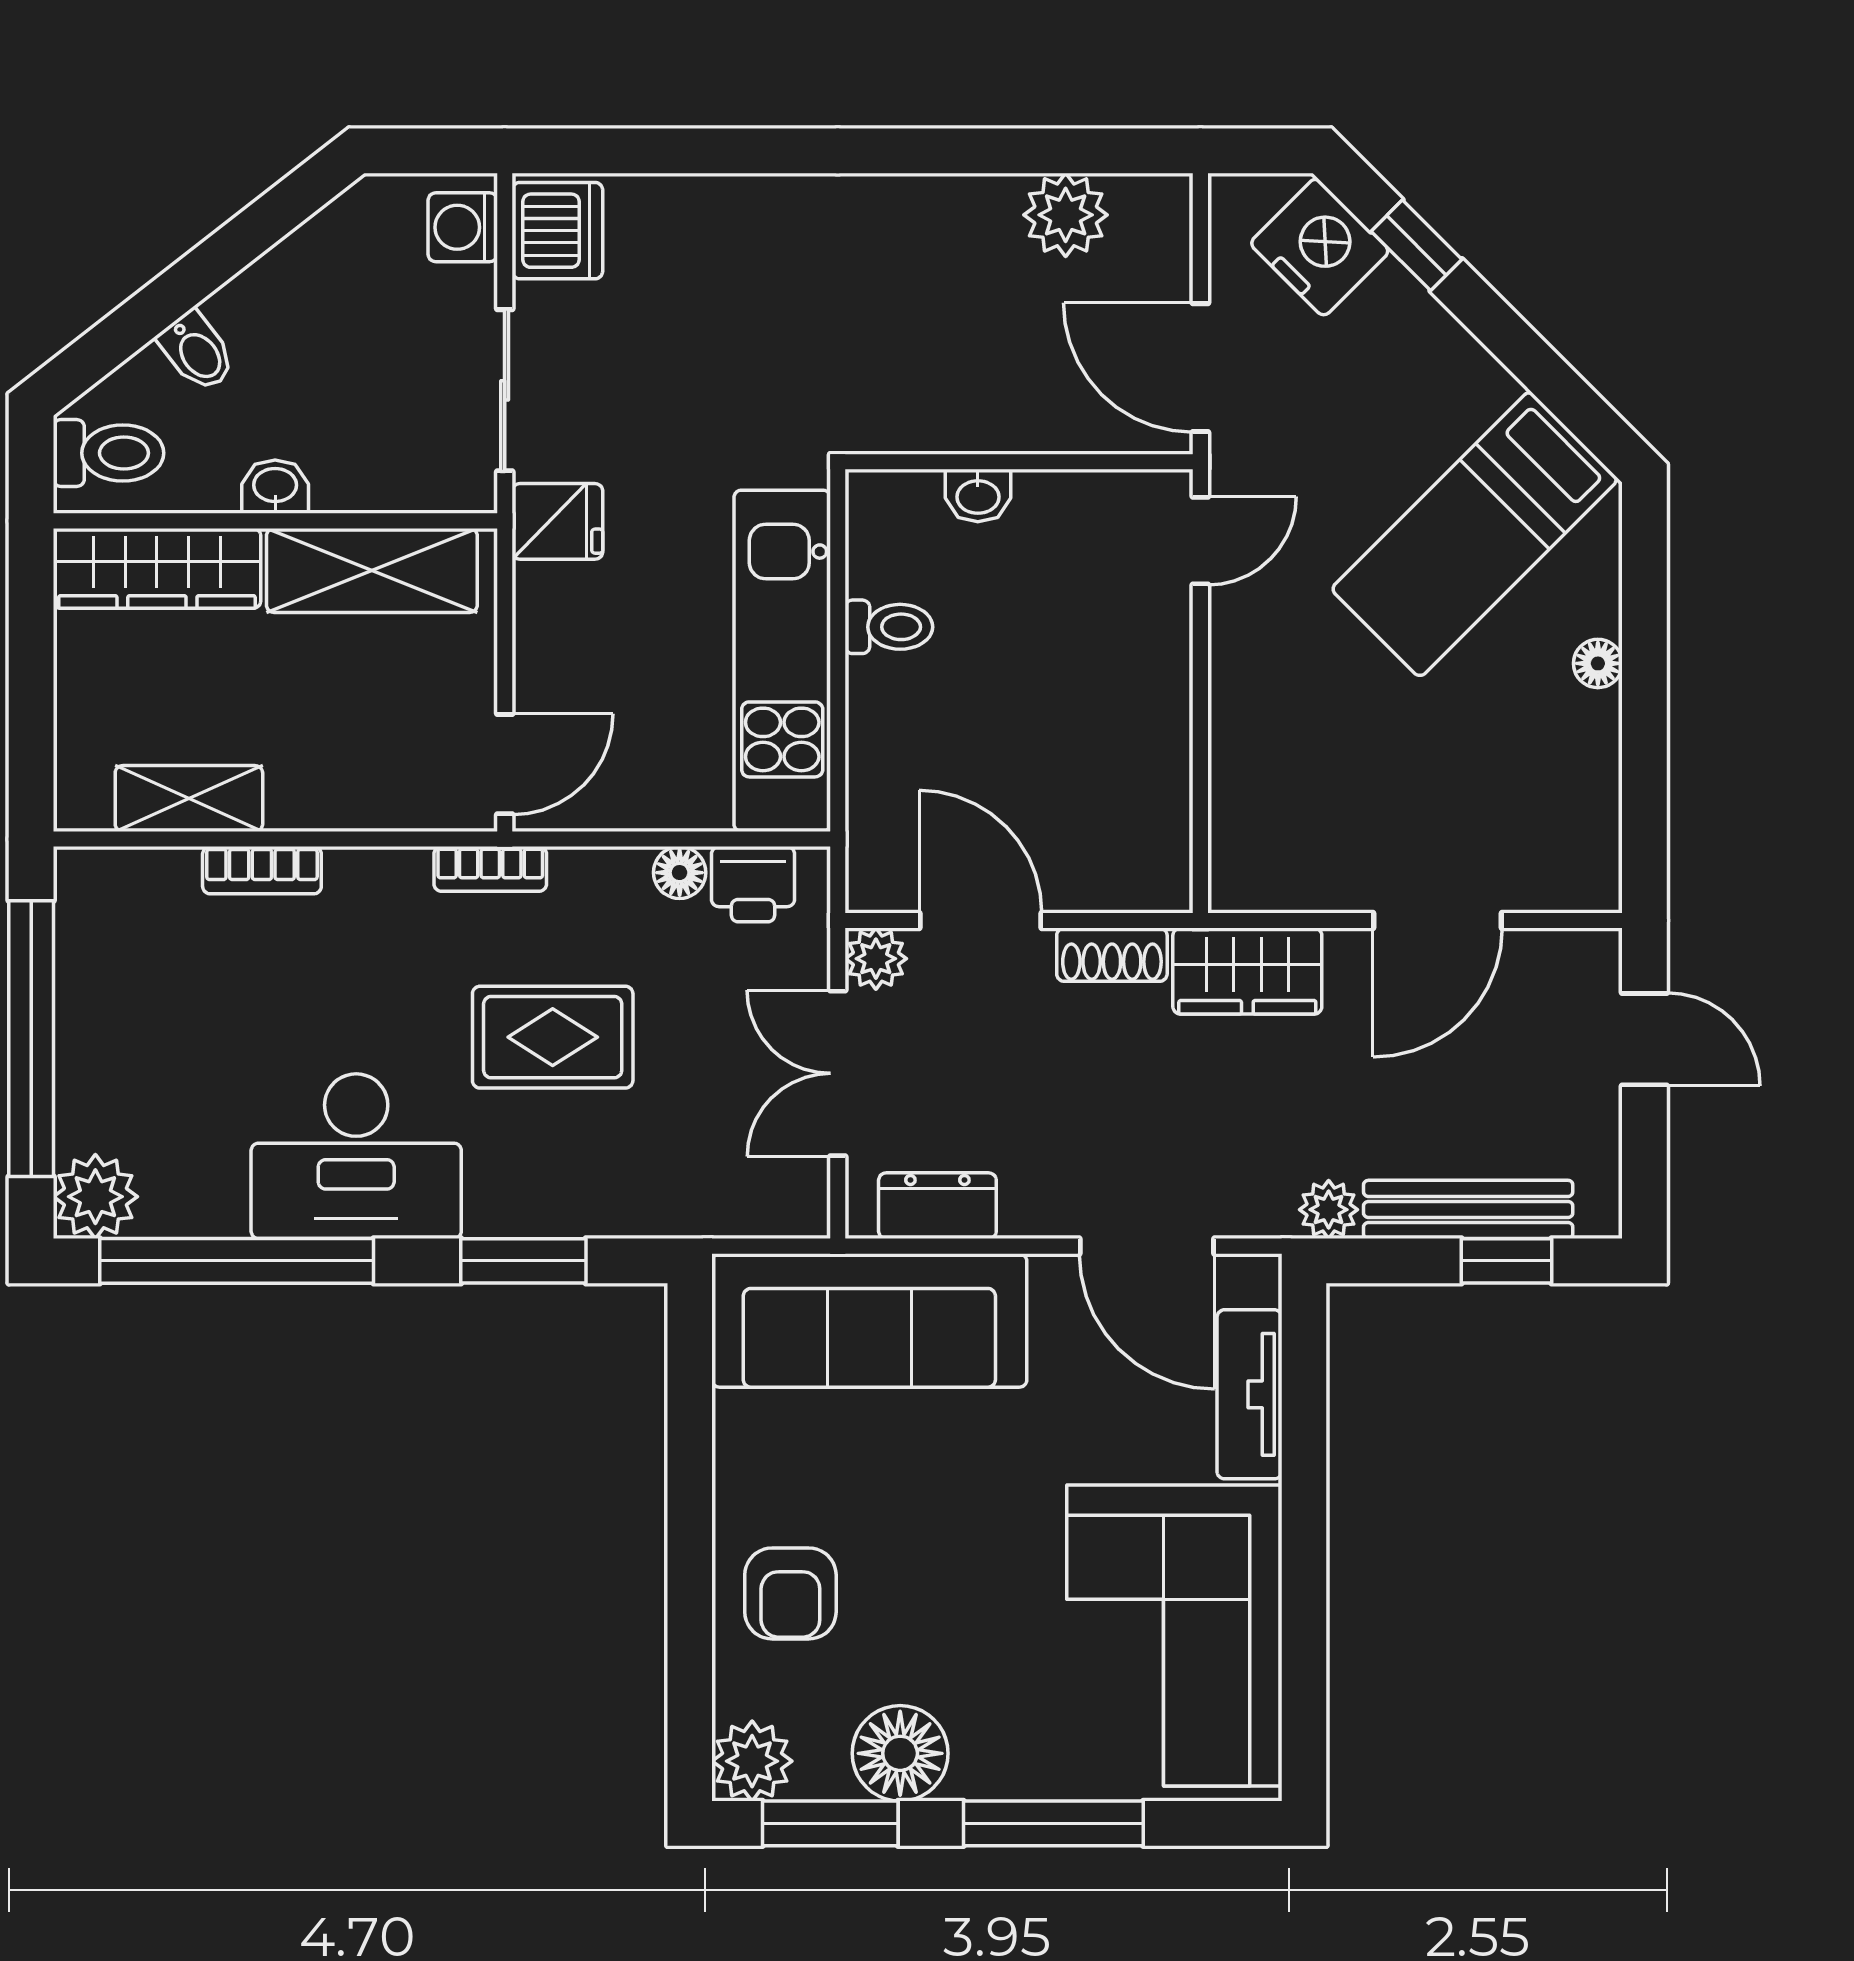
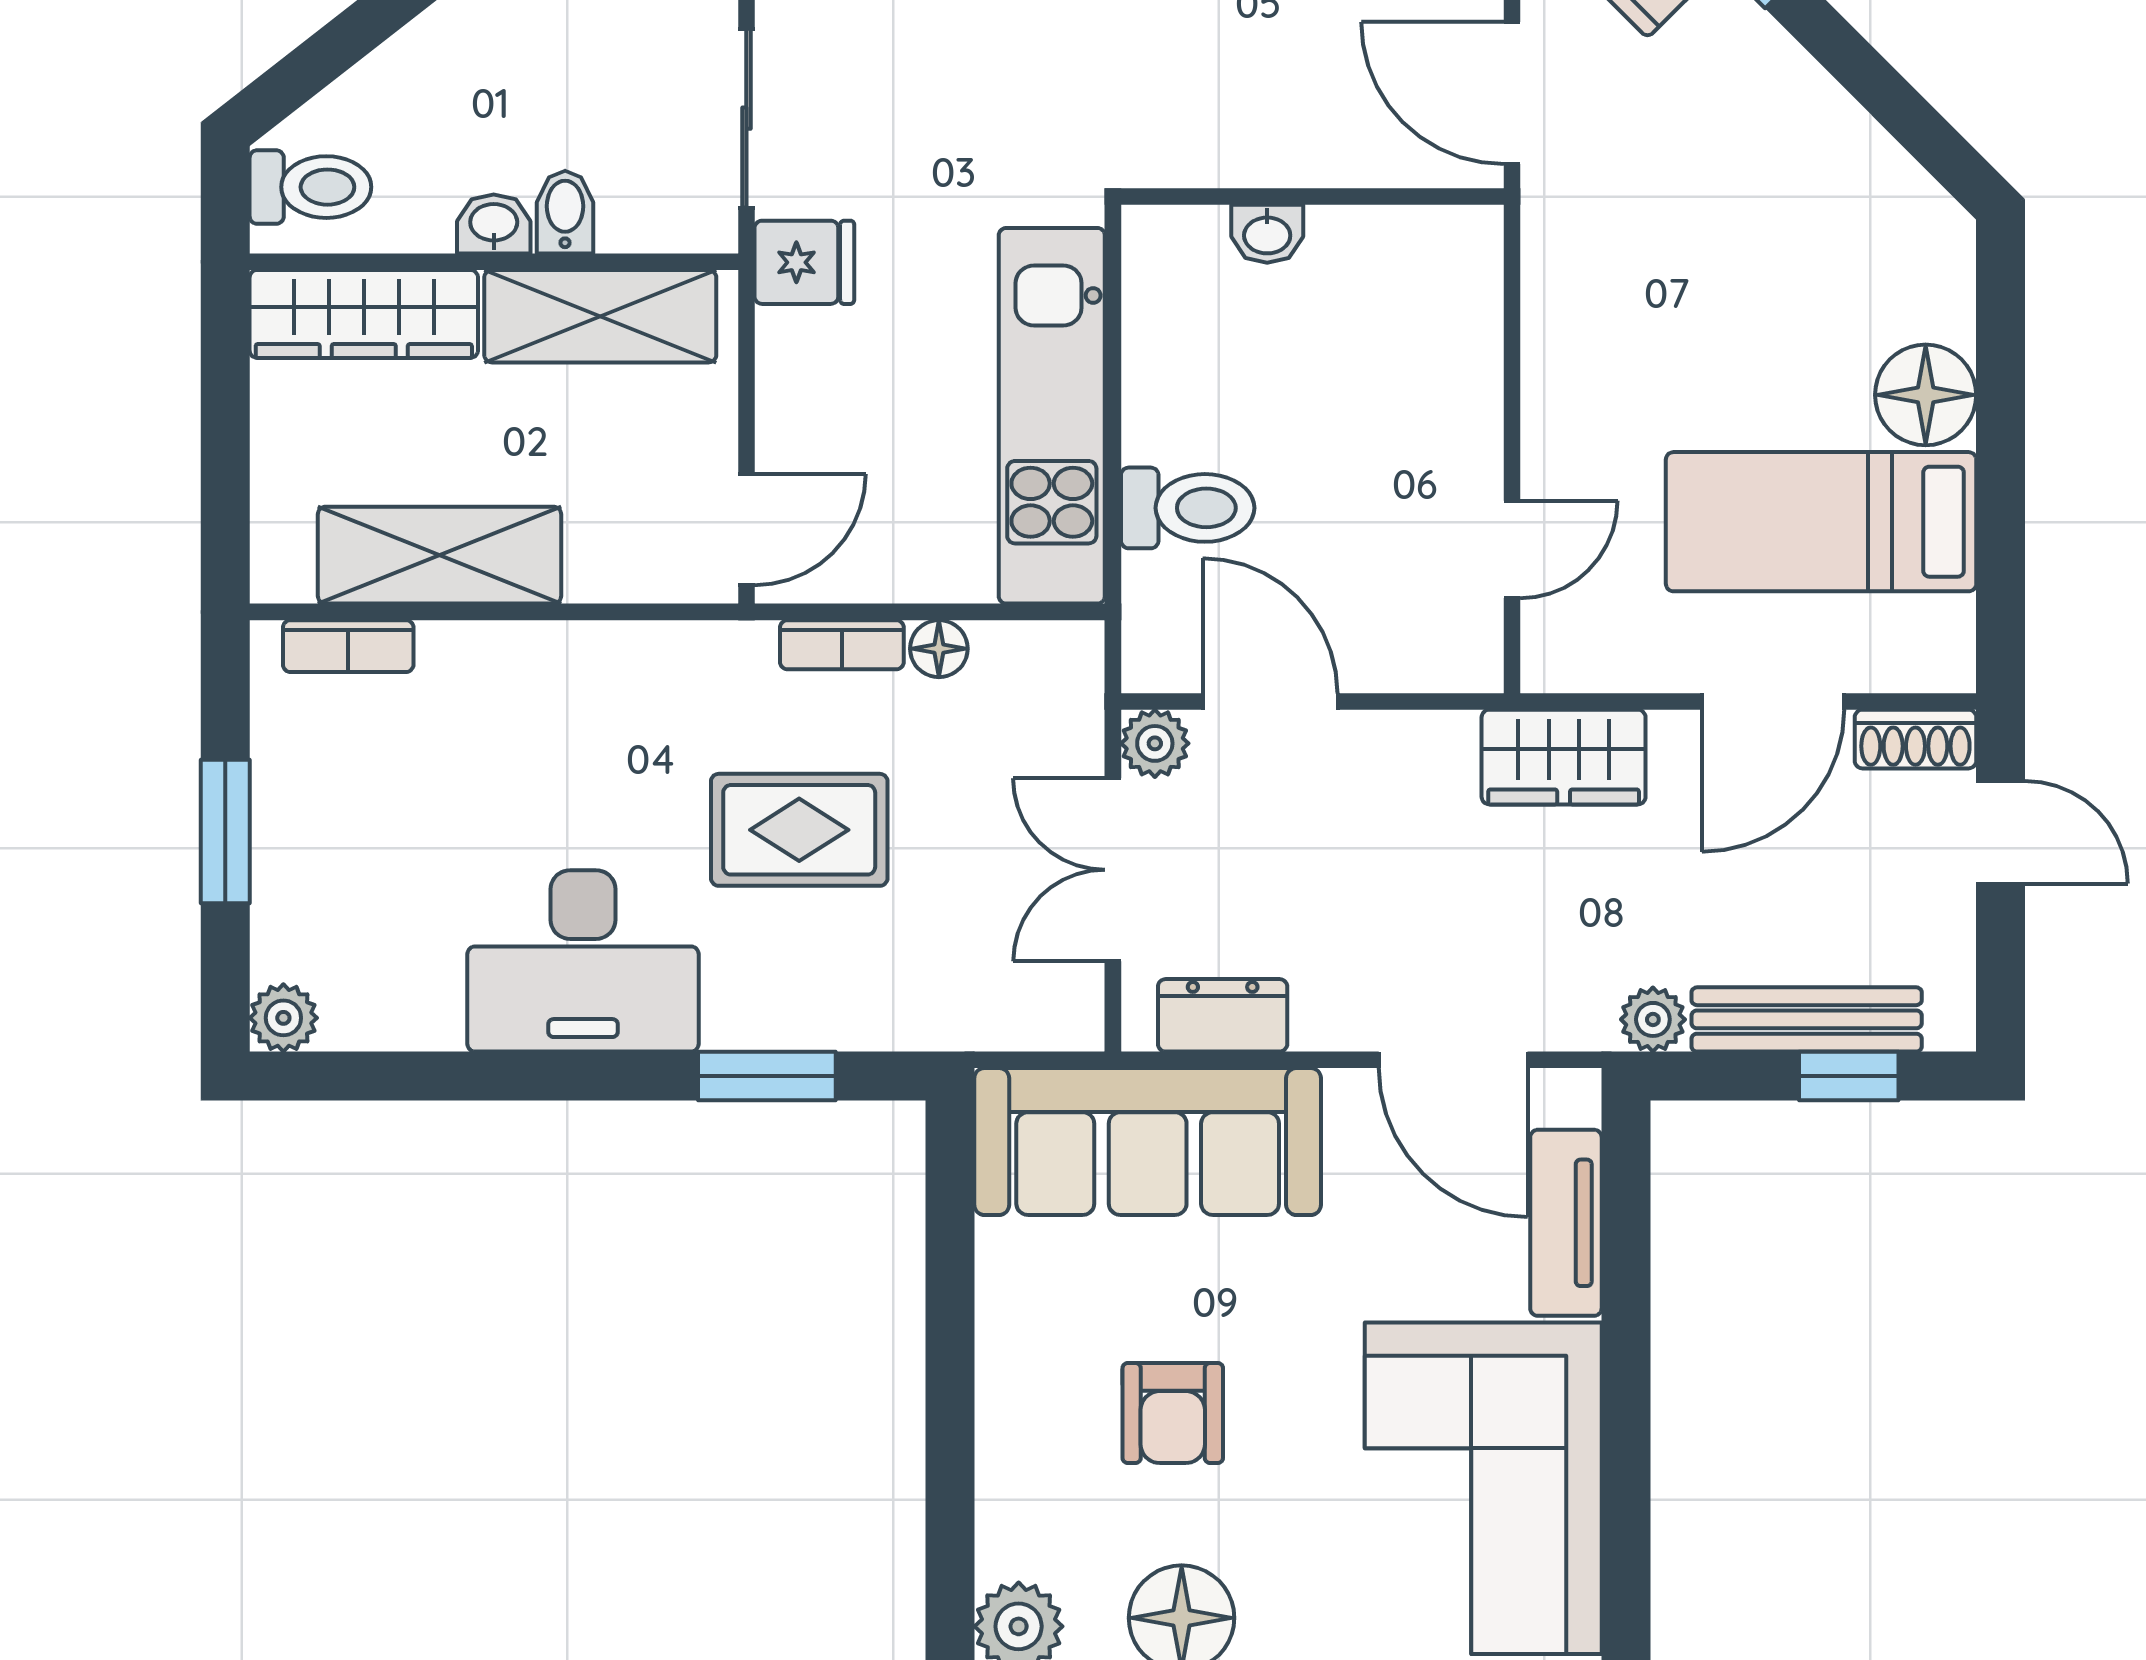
bidet: (197, 351) -> (565, 212), moved, turned -142
bed: (1475, 534) -> (1821, 522), moved, turned 45
door: (1200, 541) -> (1512, 549), moved
toilet: (889, 627) -> (1188, 508), moved, width x1.37, depth x1.39
floor lamp: (1598, 663) -> (1926, 395), width x1.89, depth x1.89
shelving: (189, 799) -> (439, 555), width x1.50, depth x1.33
bookcase: (490, 869) -> (842, 645), moved
bookcase: (262, 870) -> (348, 646), moved
printer: (753, 884) -> (1020, 662), removed
shoe rack: (1112, 955) -> (1915, 739), moved
window: (31, 1039) -> (225, 831), width x0.47
plant: (95, 1197) -> (283, 1018), width x0.73, depth x0.73
window: (237, 1261) -> (452, 1076), removed
armchair: (790, 1593) -> (1173, 1413), moved

